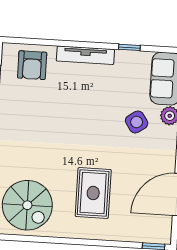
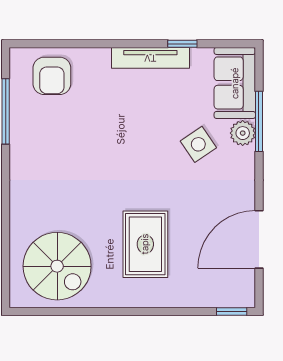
tv unit: (85, 55) -> (150, 58), moved

